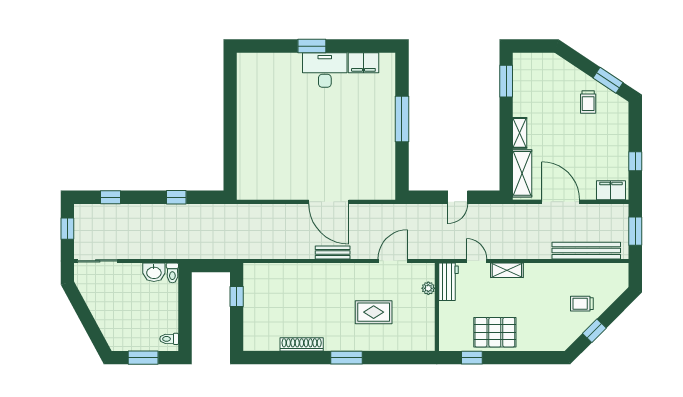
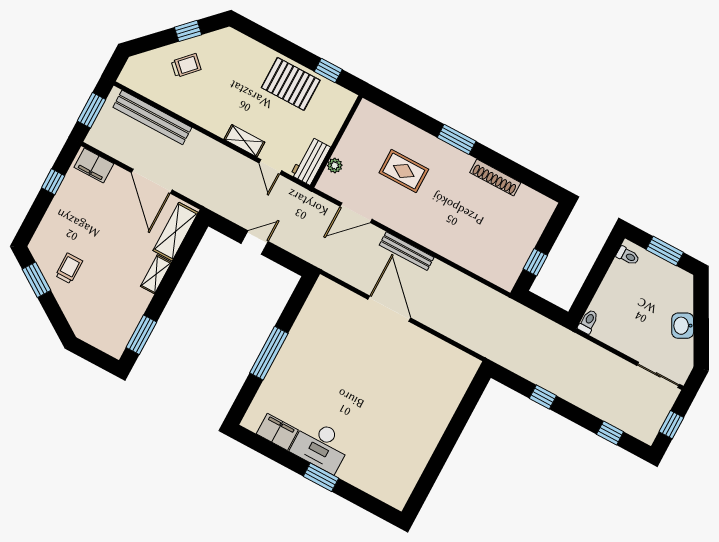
bench: (333, 252) -> (407, 251), width x1.36
washbasin: (154, 272) -> (683, 326), moved, turned -118
trolley: (582, 304) -> (186, 65), turned -46

